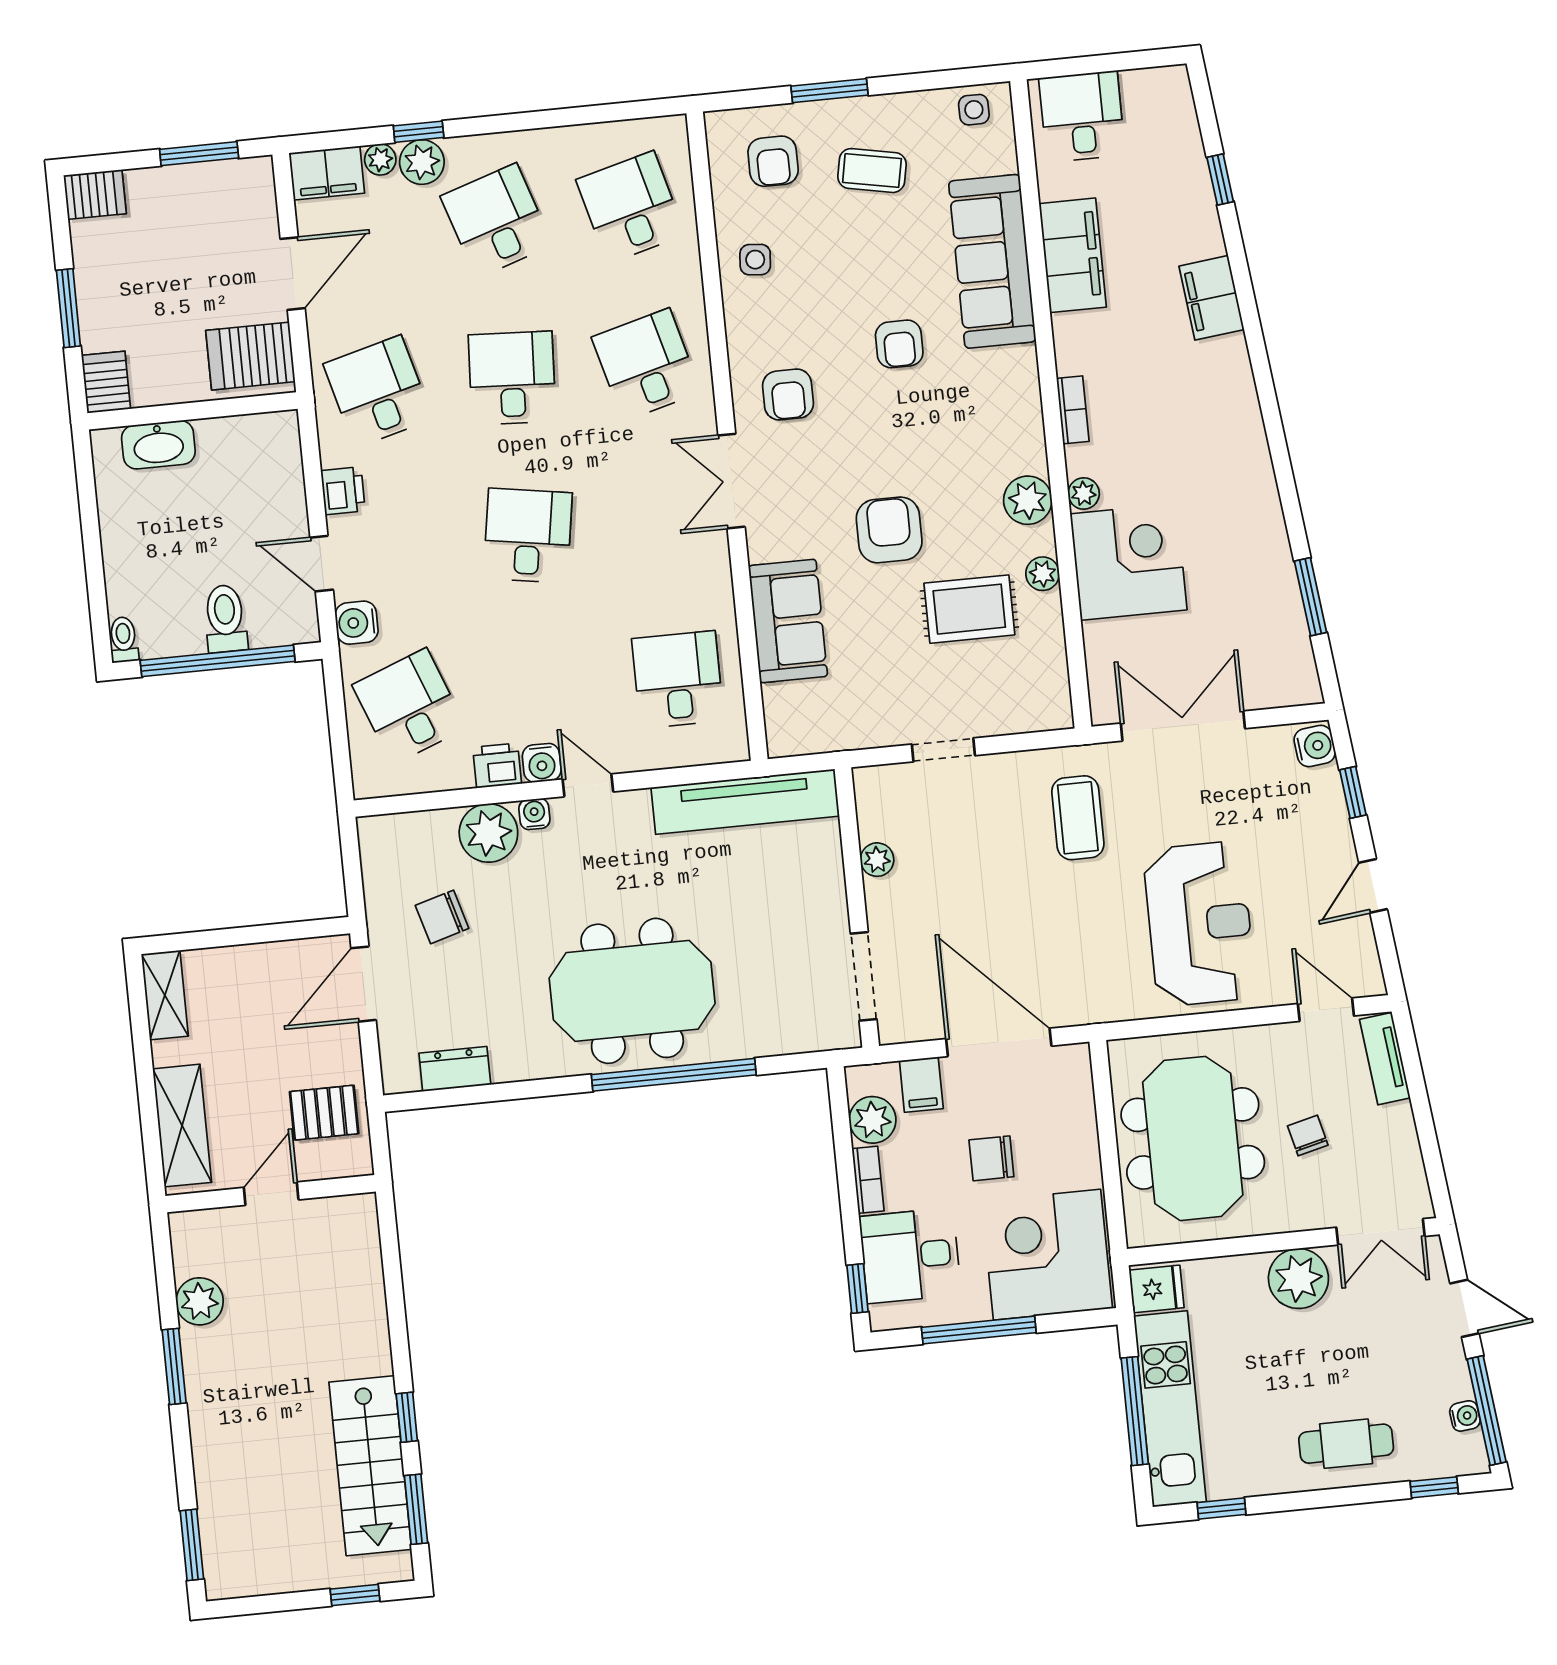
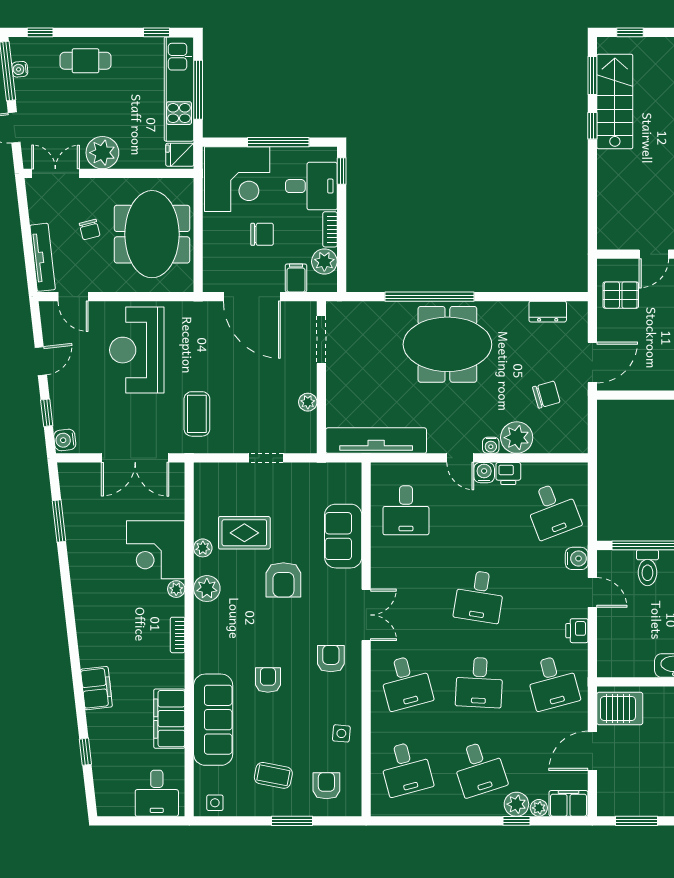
tv unit: (1385, 1059) -> (43, 257), width x1.41

